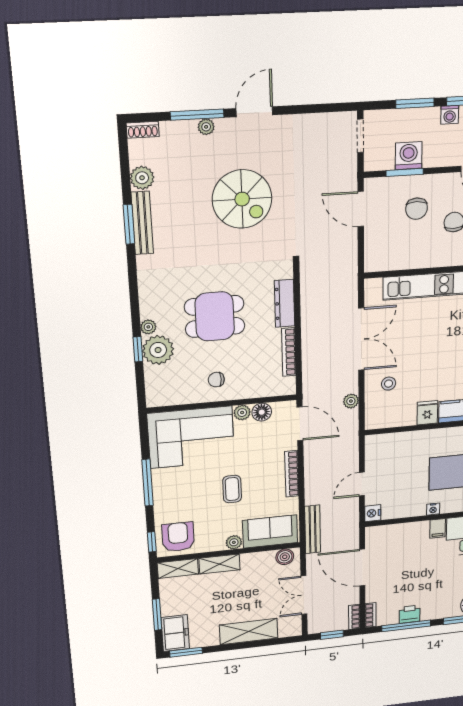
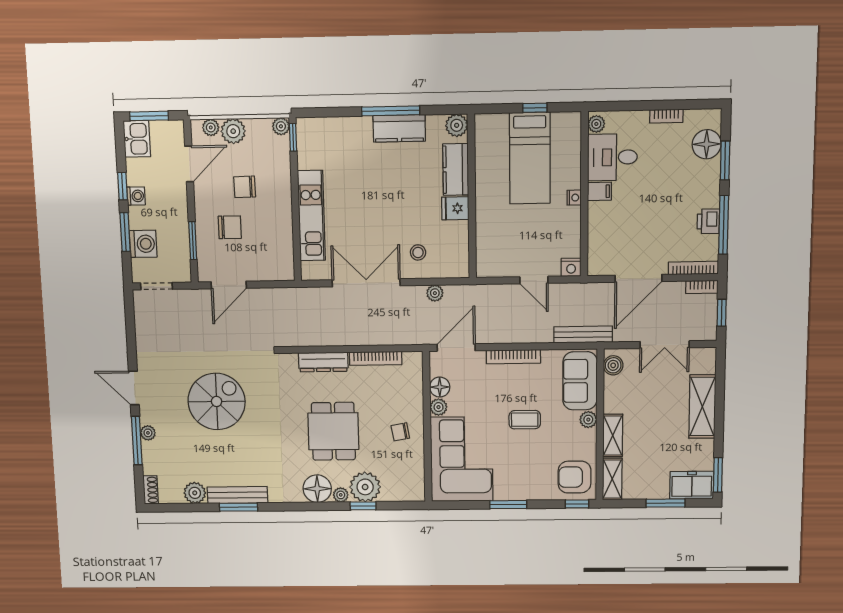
washing machine: (409, 156) -> (143, 244), moved, turned 180
floor lamp: (154, 304) -> (317, 489), added
chair: (216, 380) -> (400, 432), turned 80
window: (147, 483) -> (508, 505), width x0.69
bookcase: (371, 615) -> (693, 268), width x1.56

